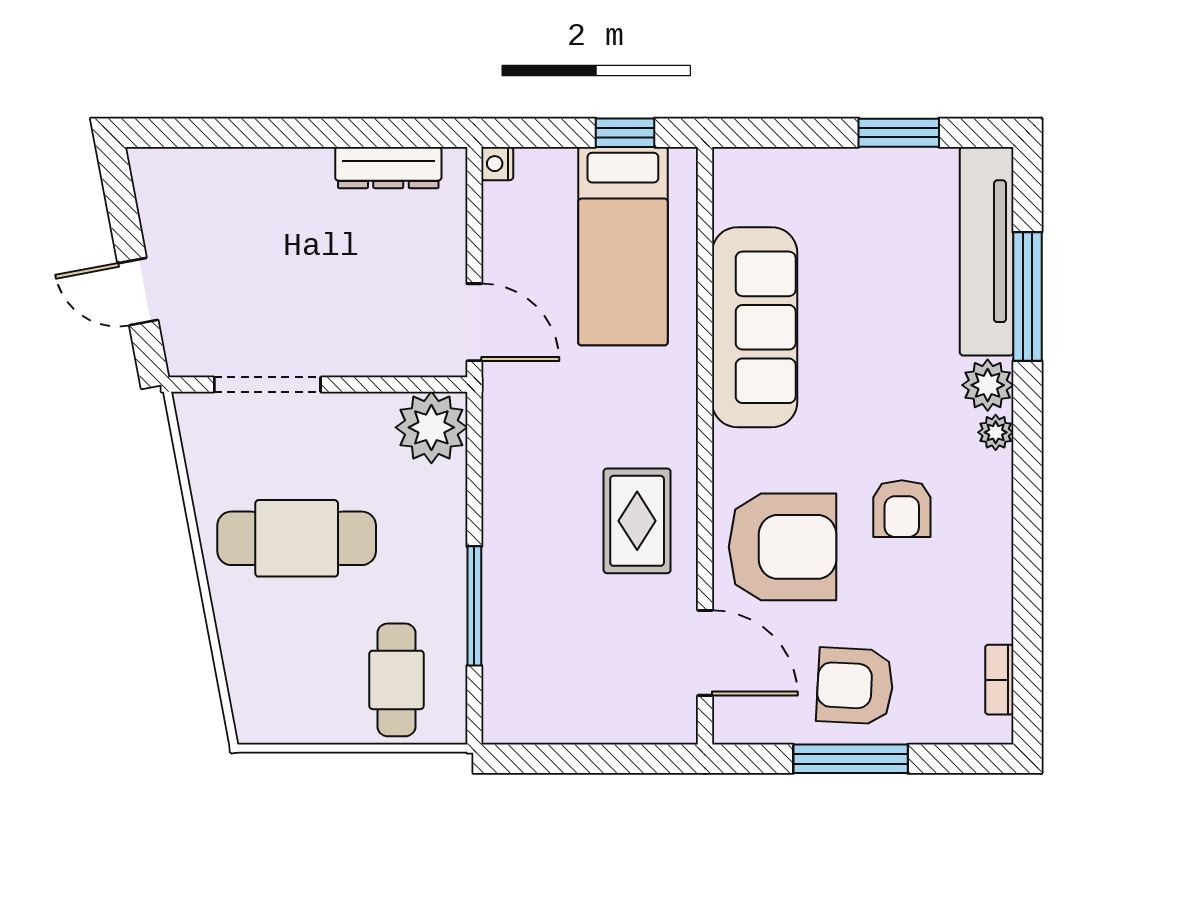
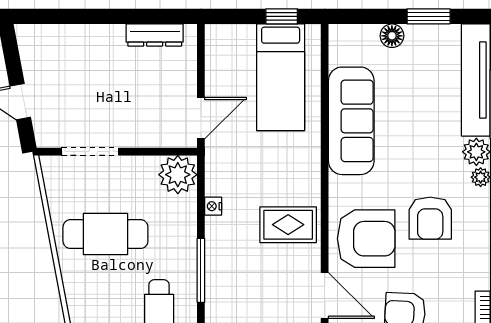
nightstand: (497, 164) -> (213, 206), moved
floor lamp: (831, 169) -> (392, 36), added
door: (474, 322) -> (201, 118), hinge flipped
armchair: (902, 509) -> (430, 218), width x1.38, depth x1.38
rug: (637, 521) -> (288, 225), turned 90

